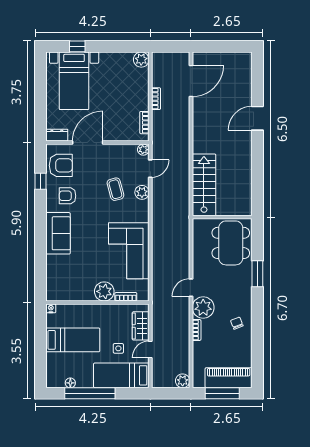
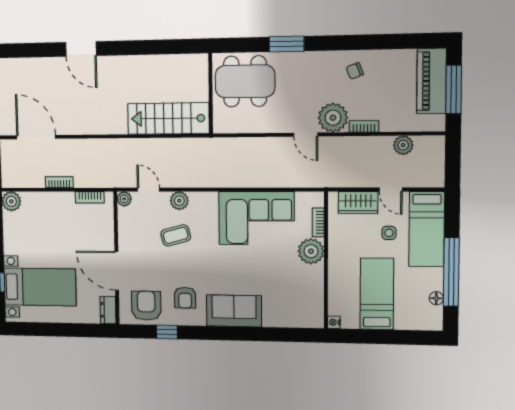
plant: (183, 381) -> (403, 145), moved

